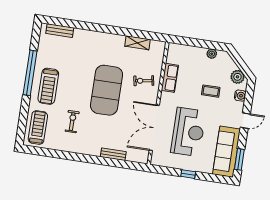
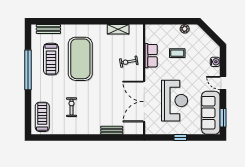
plant: (237, 77) -> (210, 46), removed
treadmill: (48, 86) -> (51, 59), moved
exercise mat: (107, 90) -> (80, 59), moved
coffee table: (211, 91) -> (177, 53), moved
door: (245, 121) -> (223, 83), swing flipped

